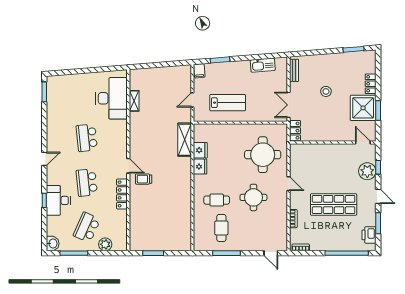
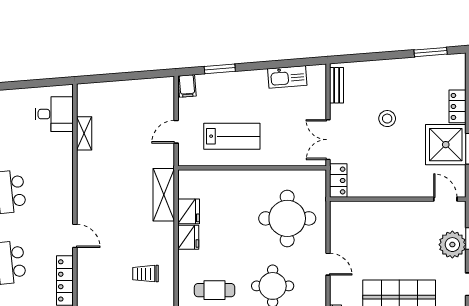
desk: (112, 98) -> (54, 114), width x0.53, depth x0.77
trolley: (144, 179) -> (146, 274), moved

